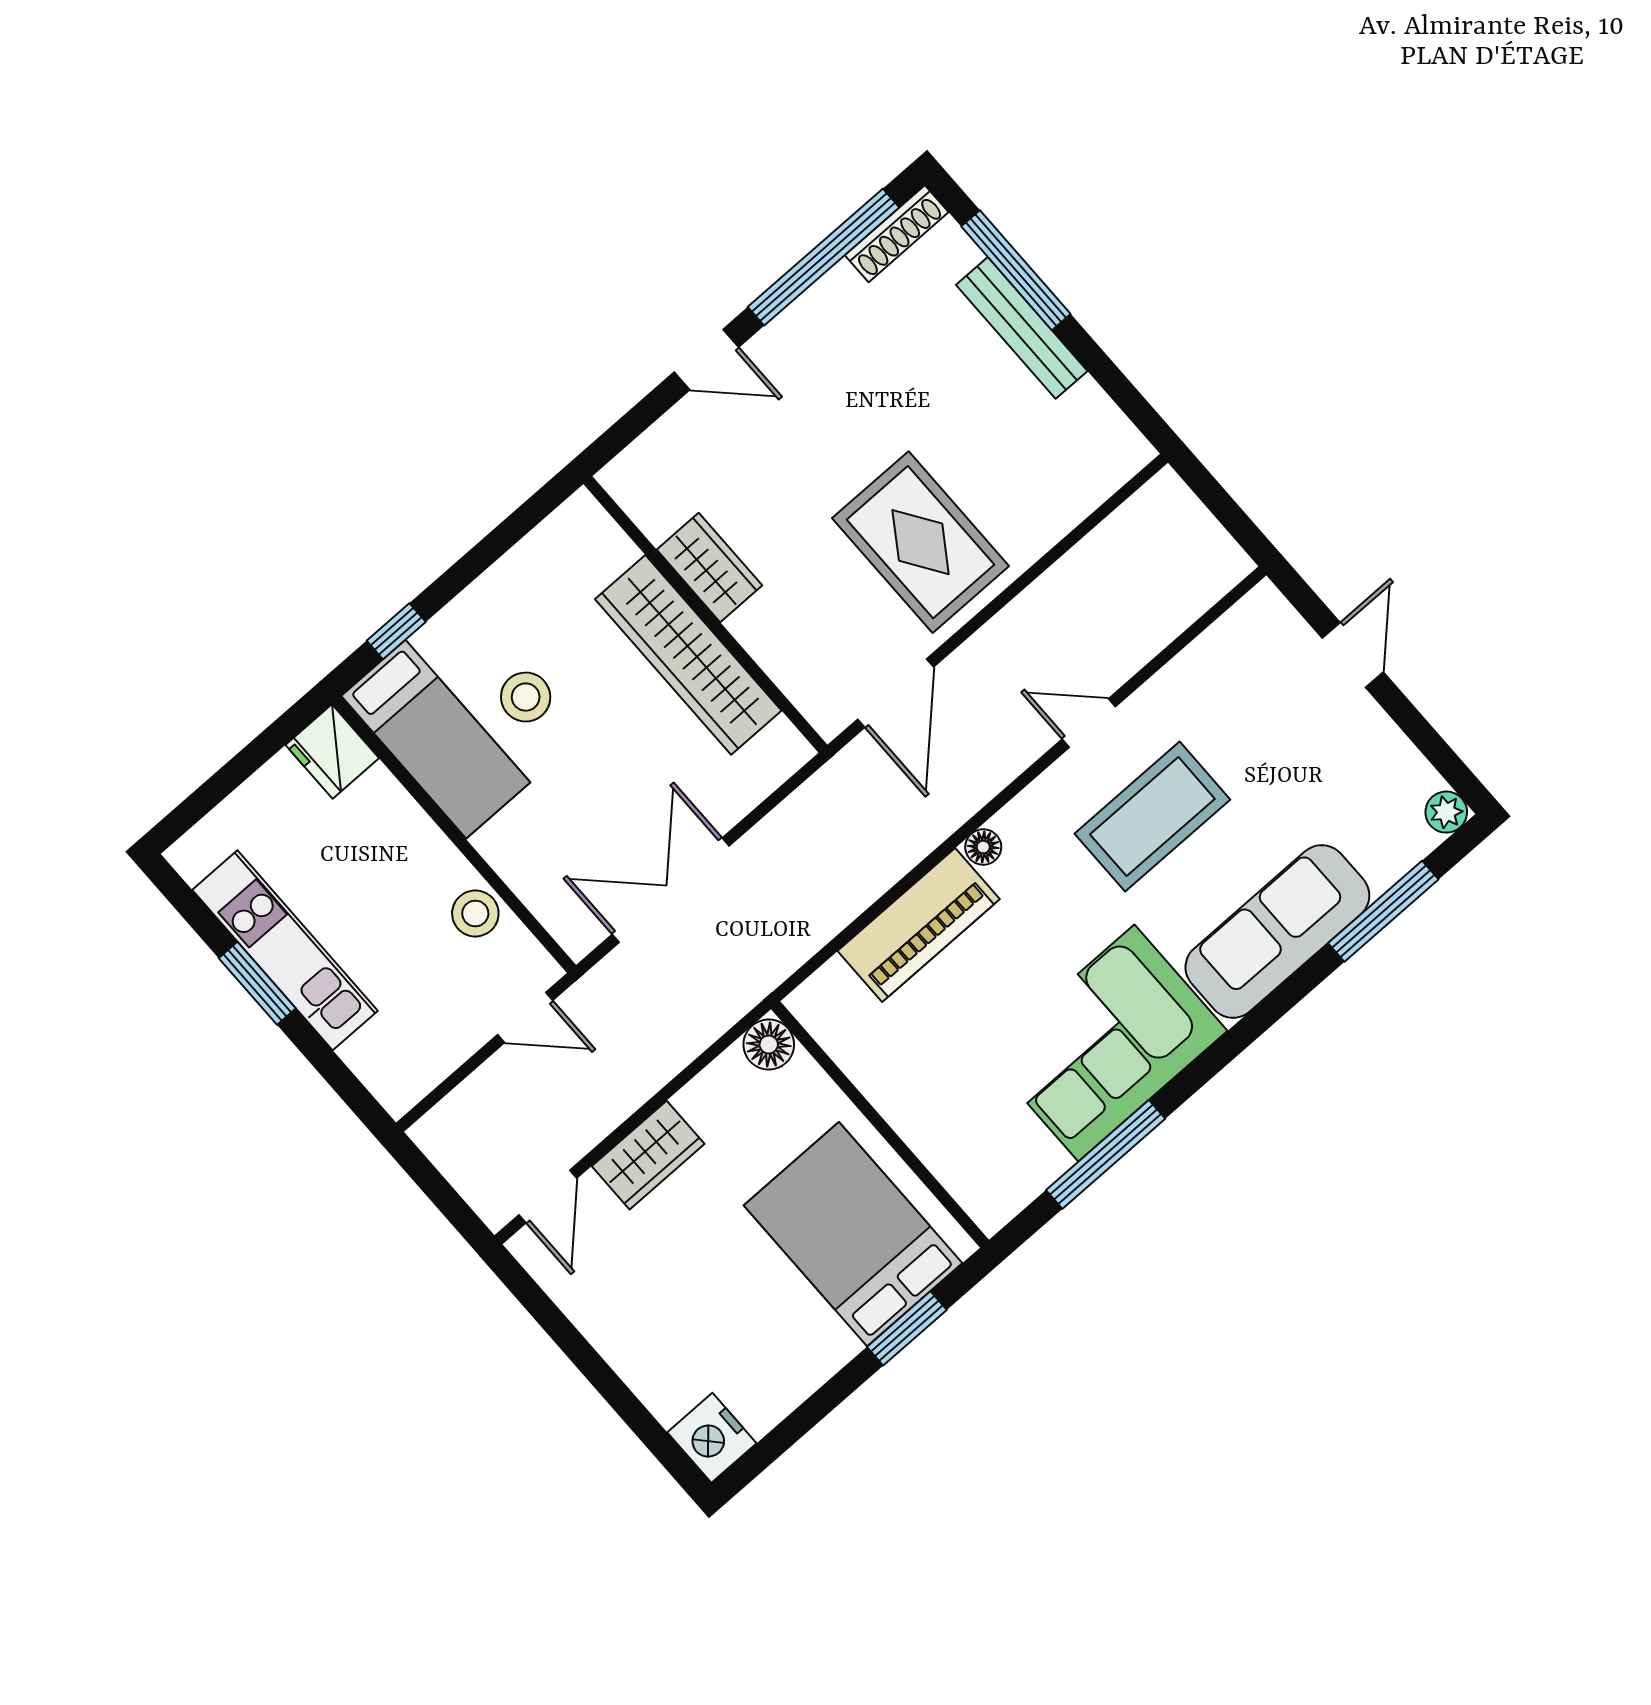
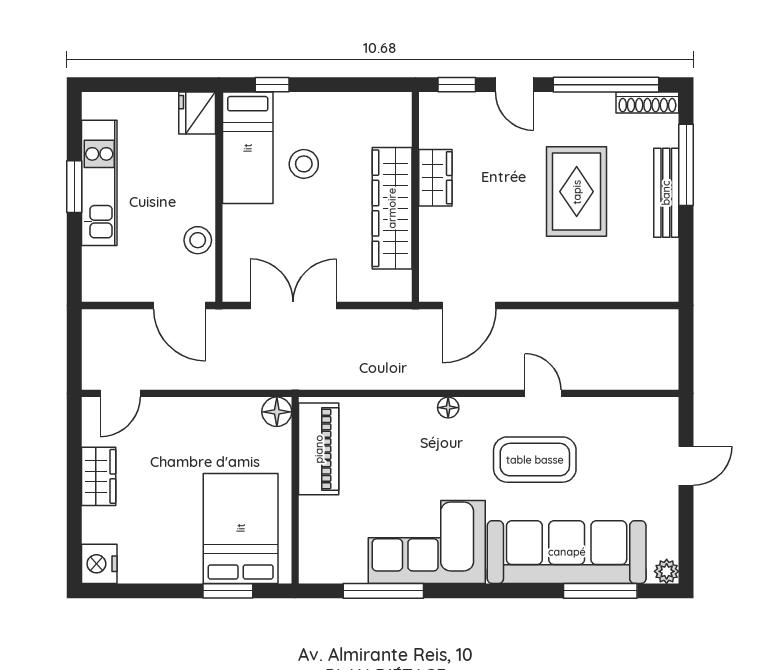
window: (633, 424) -> (457, 85), added
rug: (921, 542) -> (577, 192), moved
piano: (919, 925) -> (319, 449), moved, turned -90
sofa: (1277, 931) -> (567, 552), width x1.36, depth x1.27
door: (525, 1017) -> (179, 305), width x1.38
wardrobe: (648, 1155) -> (99, 476), moved, turned -90

